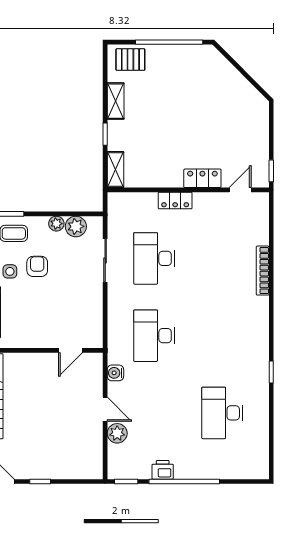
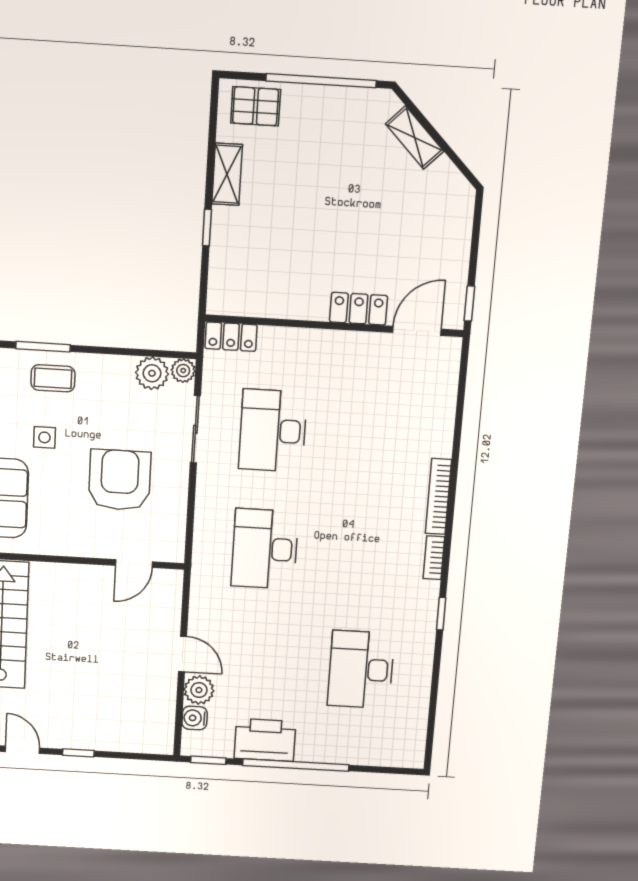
shelving: (115, 170) -> (415, 138), moved, turned -45
door: (240, 190) -> (417, 331), width x1.38
locker: (175, 200) -> (231, 337), moved
plant: (56, 224) -> (183, 371), moved
armchair: (37, 266) -> (120, 480), moved, width x1.88, depth x1.88
bookcase: (263, 271) -> (438, 497), moved
bookcase: (263, 335) -> (434, 558), added
water cooler: (115, 373) -> (195, 718), moved
printer: (163, 470) -> (265, 740), width x1.87, depth x1.48

